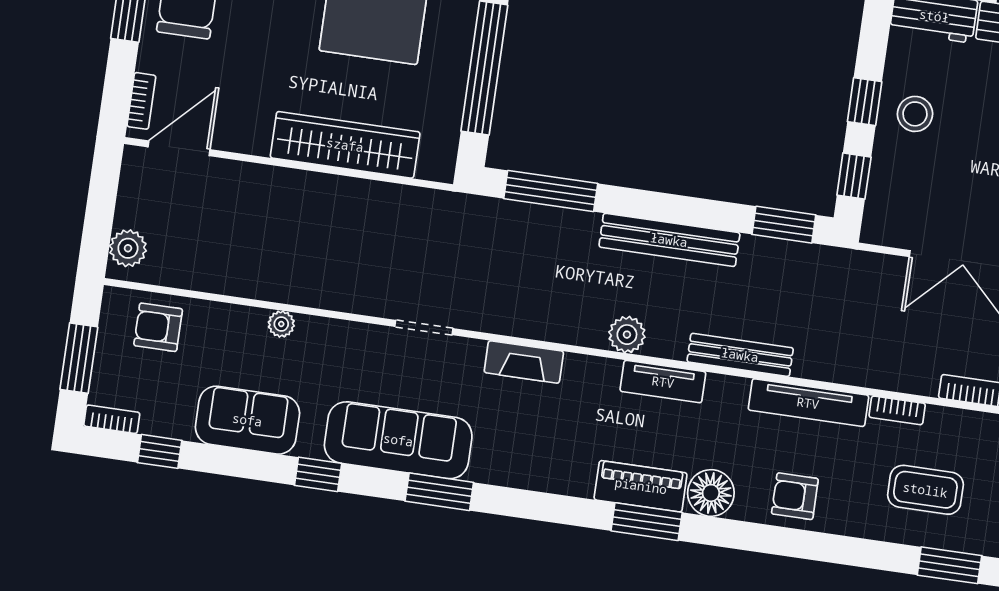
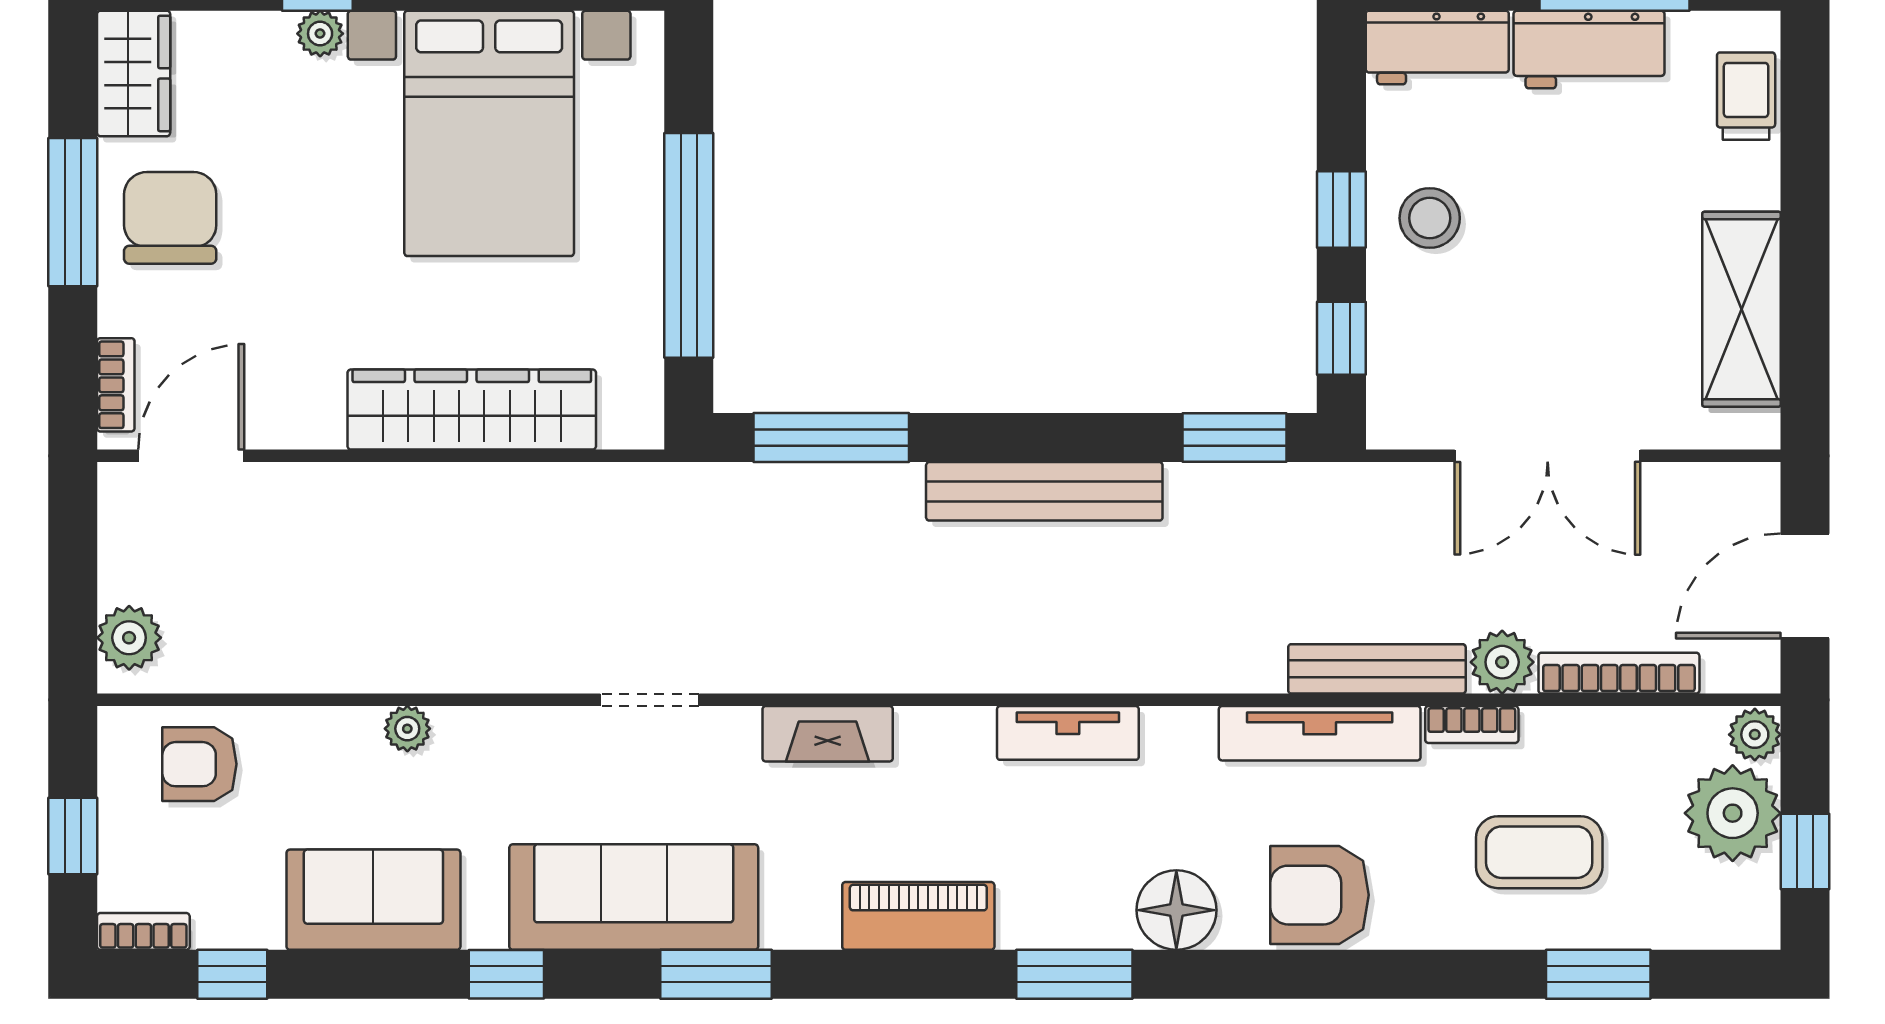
plant: (627, 335) -> (1502, 662), moved
bench: (740, 355) -> (1377, 669), moved
window: (79, 358) -> (73, 836), width x0.67
piano: (641, 486) -> (918, 916), moved
armchair: (795, 496) -> (1320, 895), width x1.38, depth x1.38

